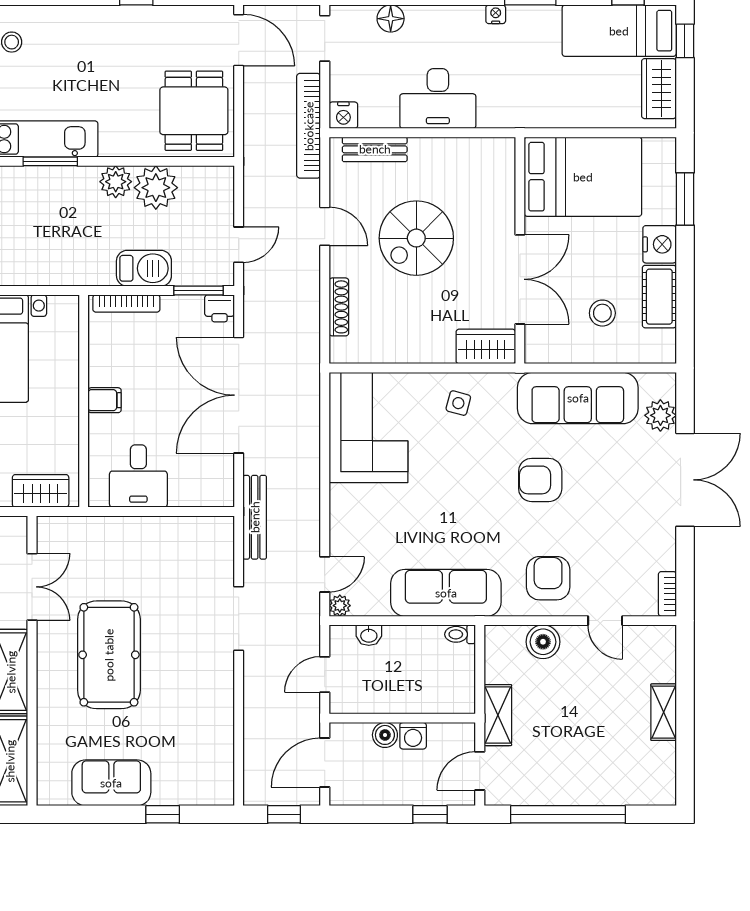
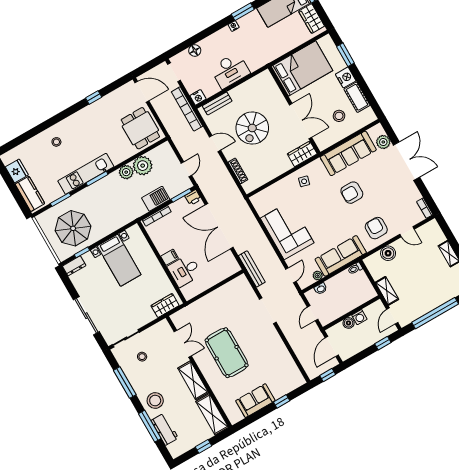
corner sofa: (368, 428) -> (287, 231), moved
desk: (138, 476) -> (185, 271), moved, turned 90
plant: (340, 606) -> (318, 276), moved

